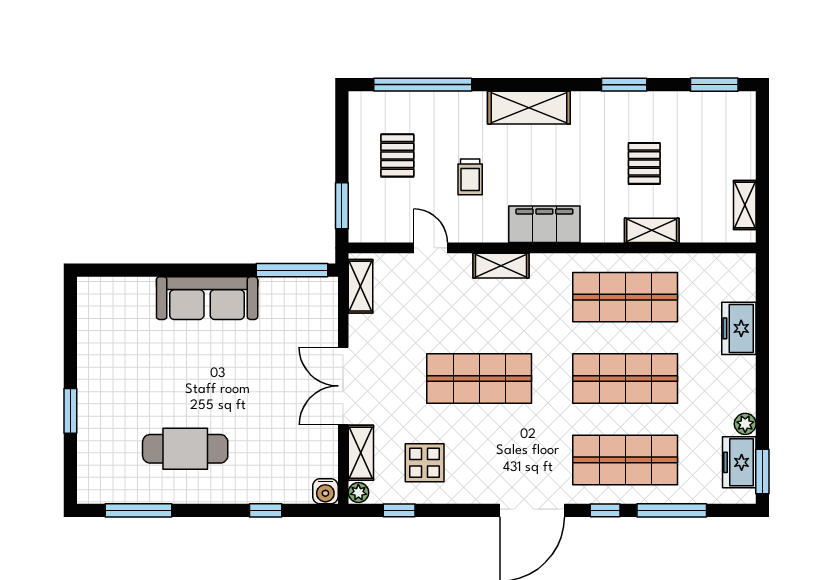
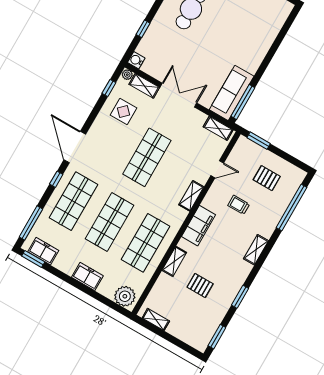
shelving: (529, 108) -> (256, 250), width x0.67, depth x0.75
shelving: (652, 230) -> (174, 261), moved
sofa: (207, 298) -> (232, 93), moved
freezer: (739, 328) -> (87, 276), moved
plant: (745, 424) -> (125, 296), moved, width x1.88, depth x1.88
window: (672, 510) -> (31, 223), moved

